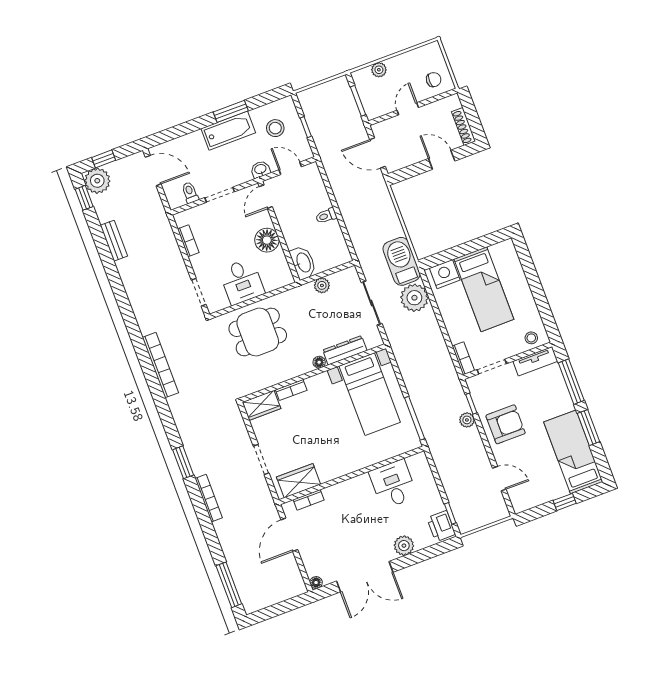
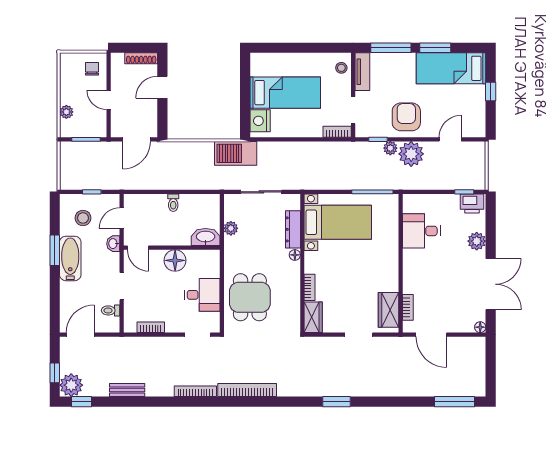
plant: (414, 298) -> (411, 154), moved
bookcase: (209, 498) -> (195, 391), moved

